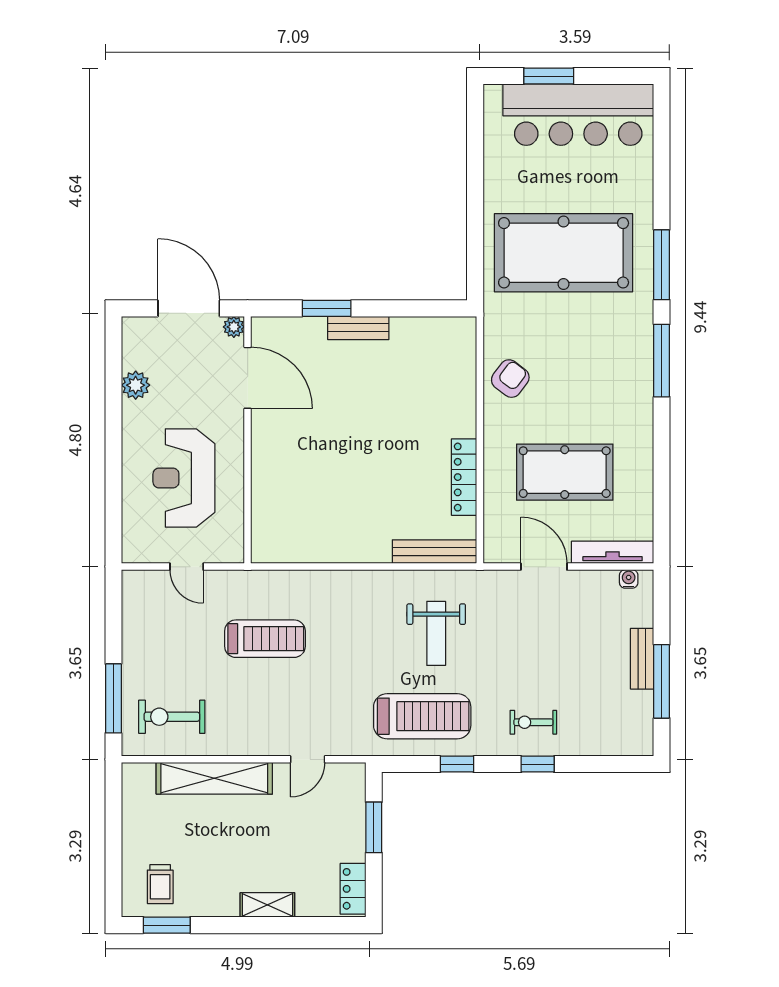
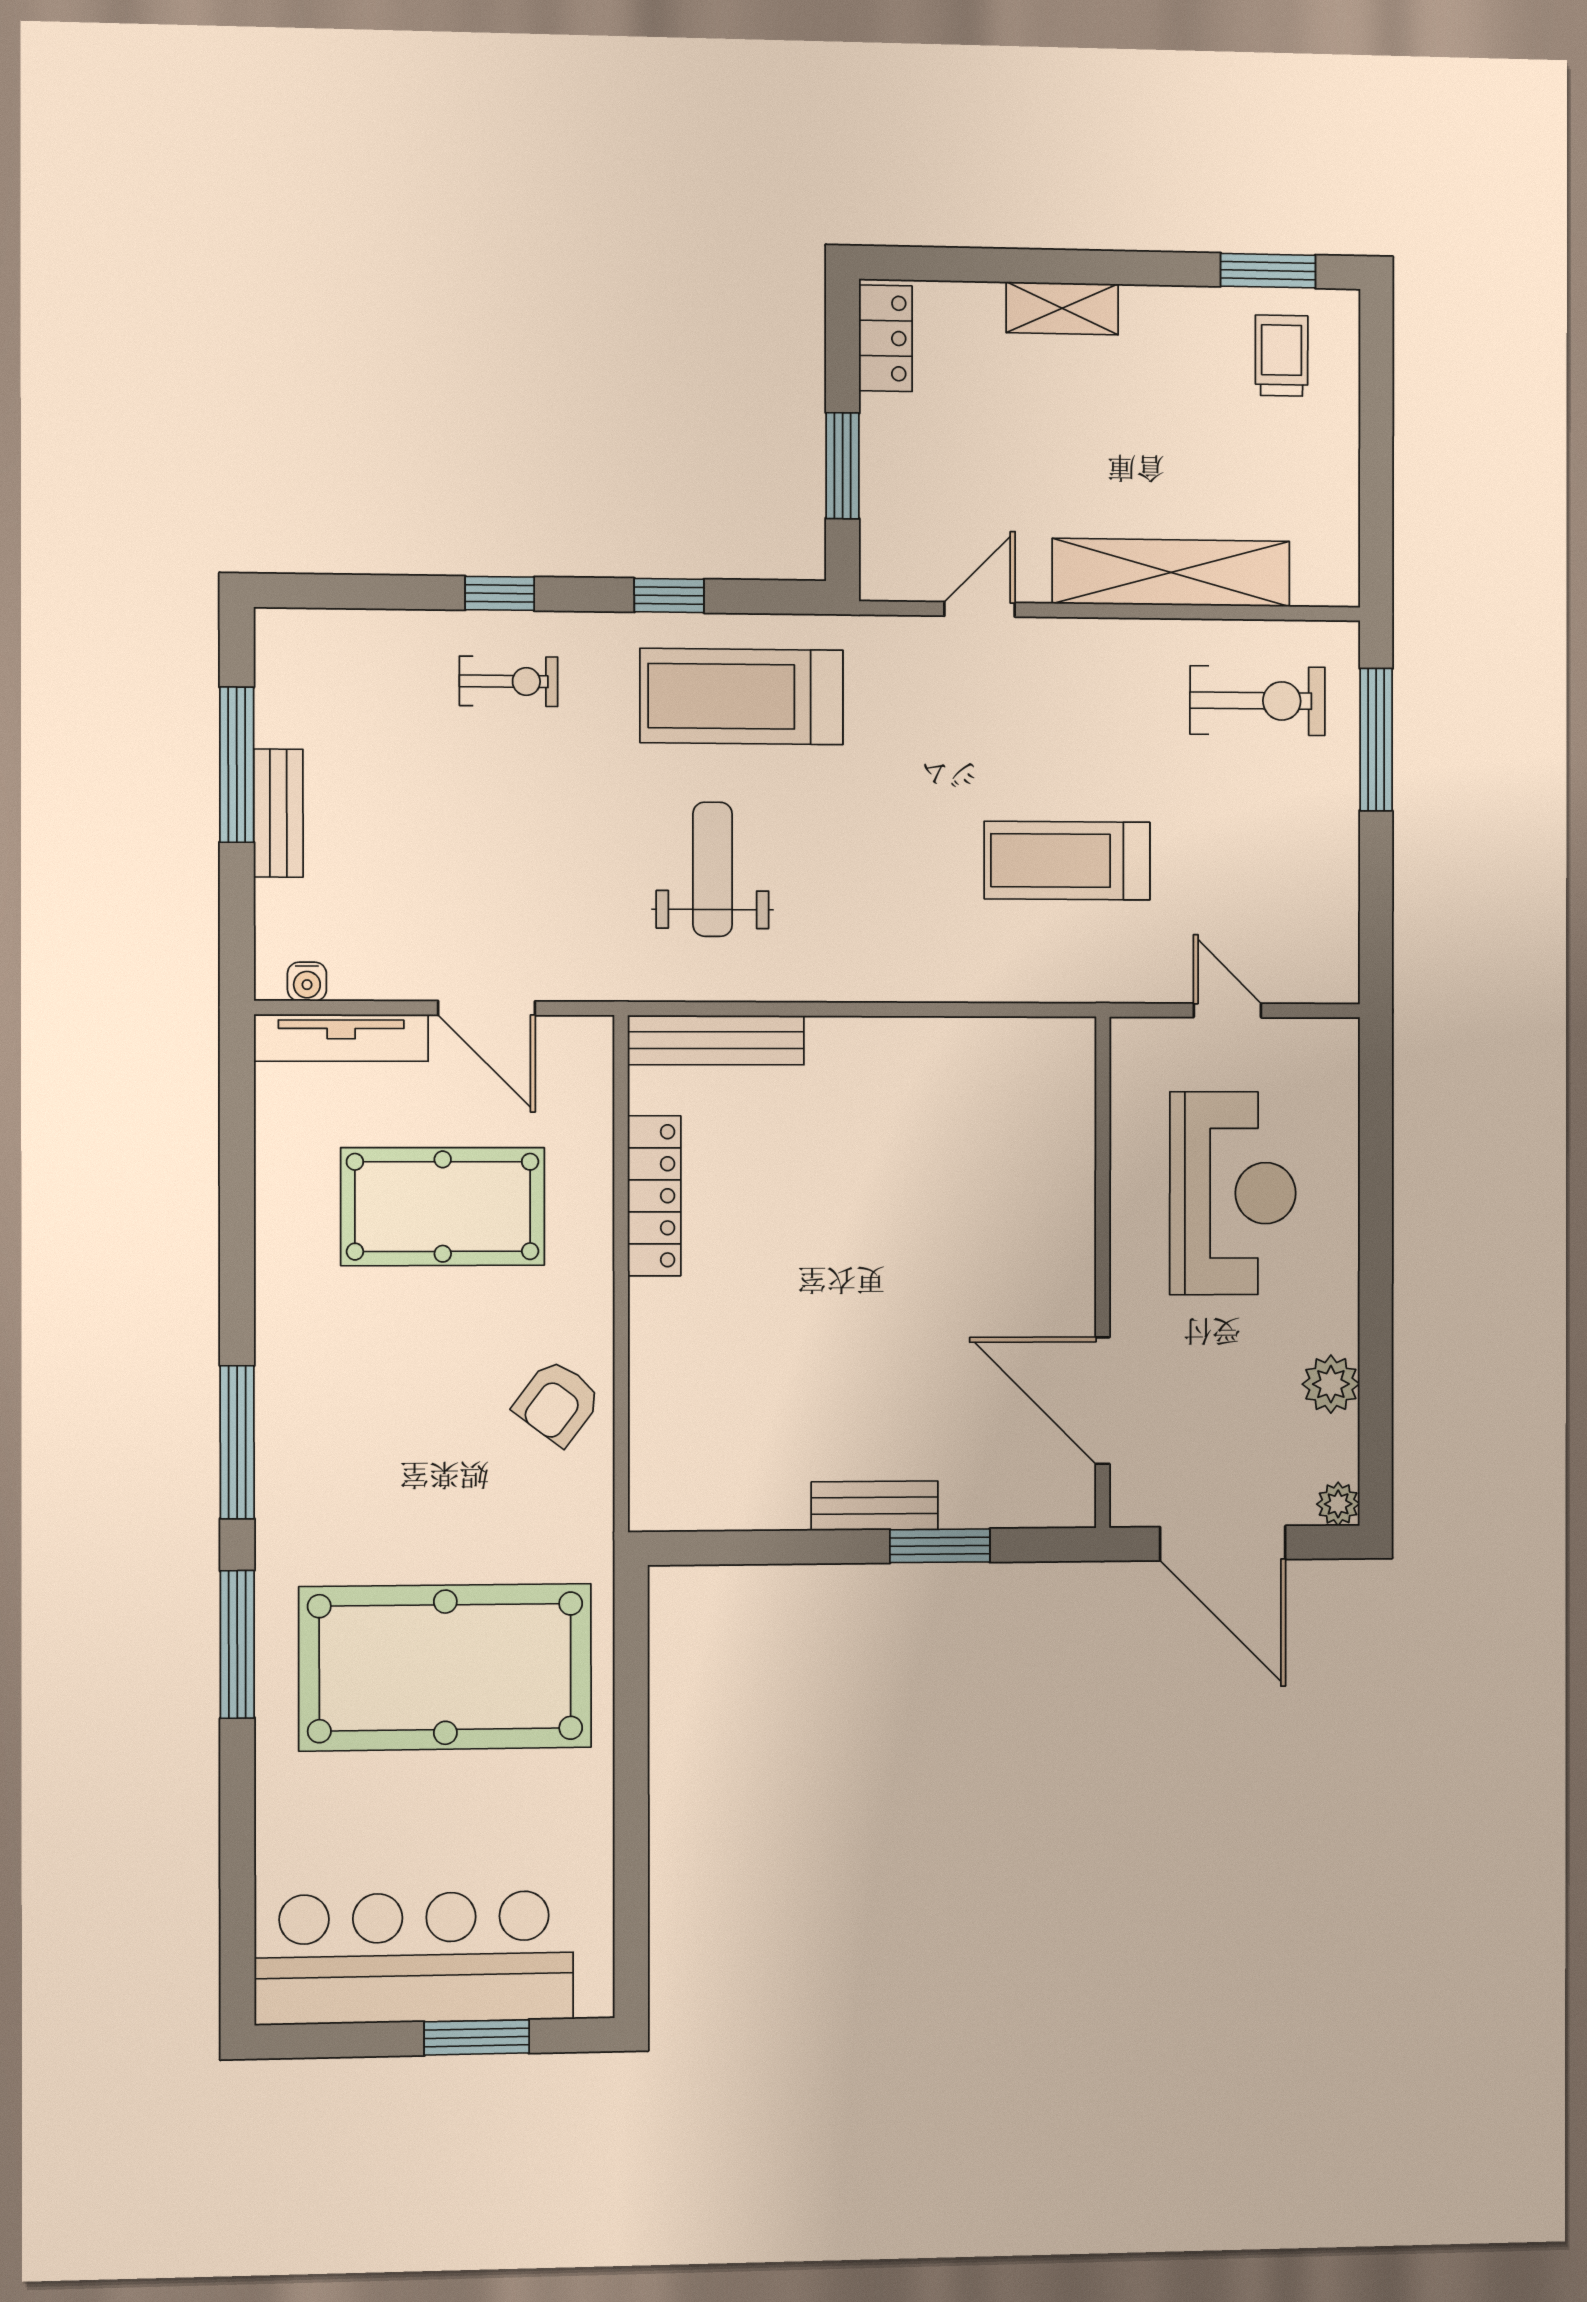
plant: (234, 327) -> (1338, 1504), moved

